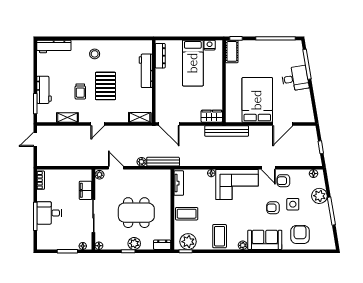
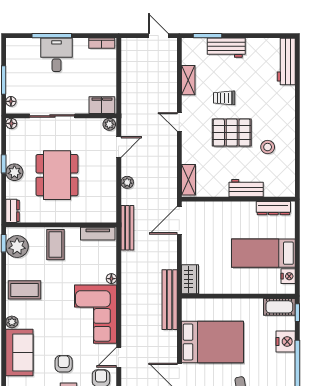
nightstand: (257, 47) -> (286, 341), added
stool: (95, 54) -> (268, 147), moved
workbench: (146, 71) -> (246, 188), width x0.73
bench: (163, 162) -> (127, 228), moved
filing cabinet: (86, 190) -> (102, 105), moved

